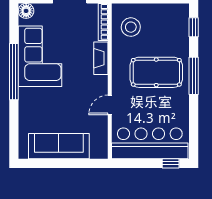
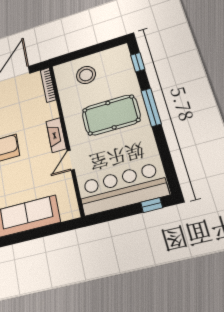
stool: (131, 27) -> (86, 75), moved
fireplace: (101, 58) -> (56, 135), moved

